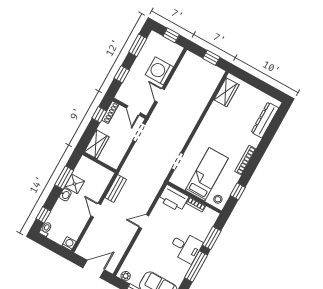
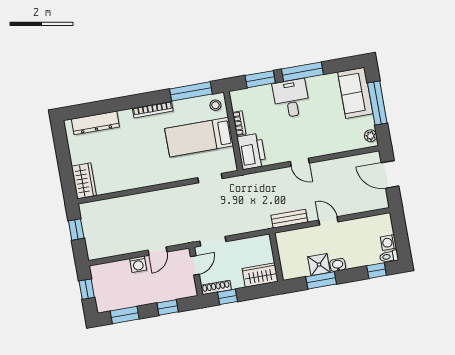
washing machine: (159, 71) -> (138, 264), width x0.53, depth x0.53
wardrobe: (226, 92) -> (84, 181), moved, turned 90
window: (238, 191) -> (191, 91), width x2.17
door: (96, 210) -> (328, 221), swing flipped
washing machine: (69, 244) -> (388, 243), moved

